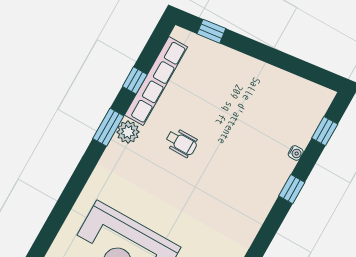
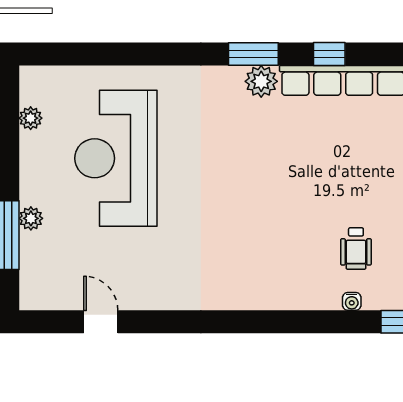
wheelchair: (181, 143) -> (356, 249), moved
window: (292, 189) -> (305, 322), removed

